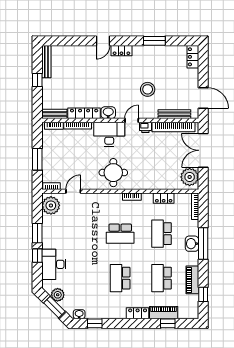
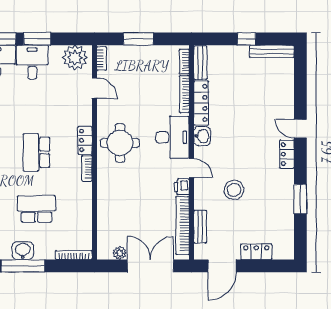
locker: (193, 57) -> (256, 252), moved
bench: (174, 114) -> (200, 227), width x0.73
plant: (190, 177) -> (120, 253), width x0.53, depth x0.53
locker: (164, 198) -> (85, 140), moved
desk: (54, 237) -> (32, 62), added

